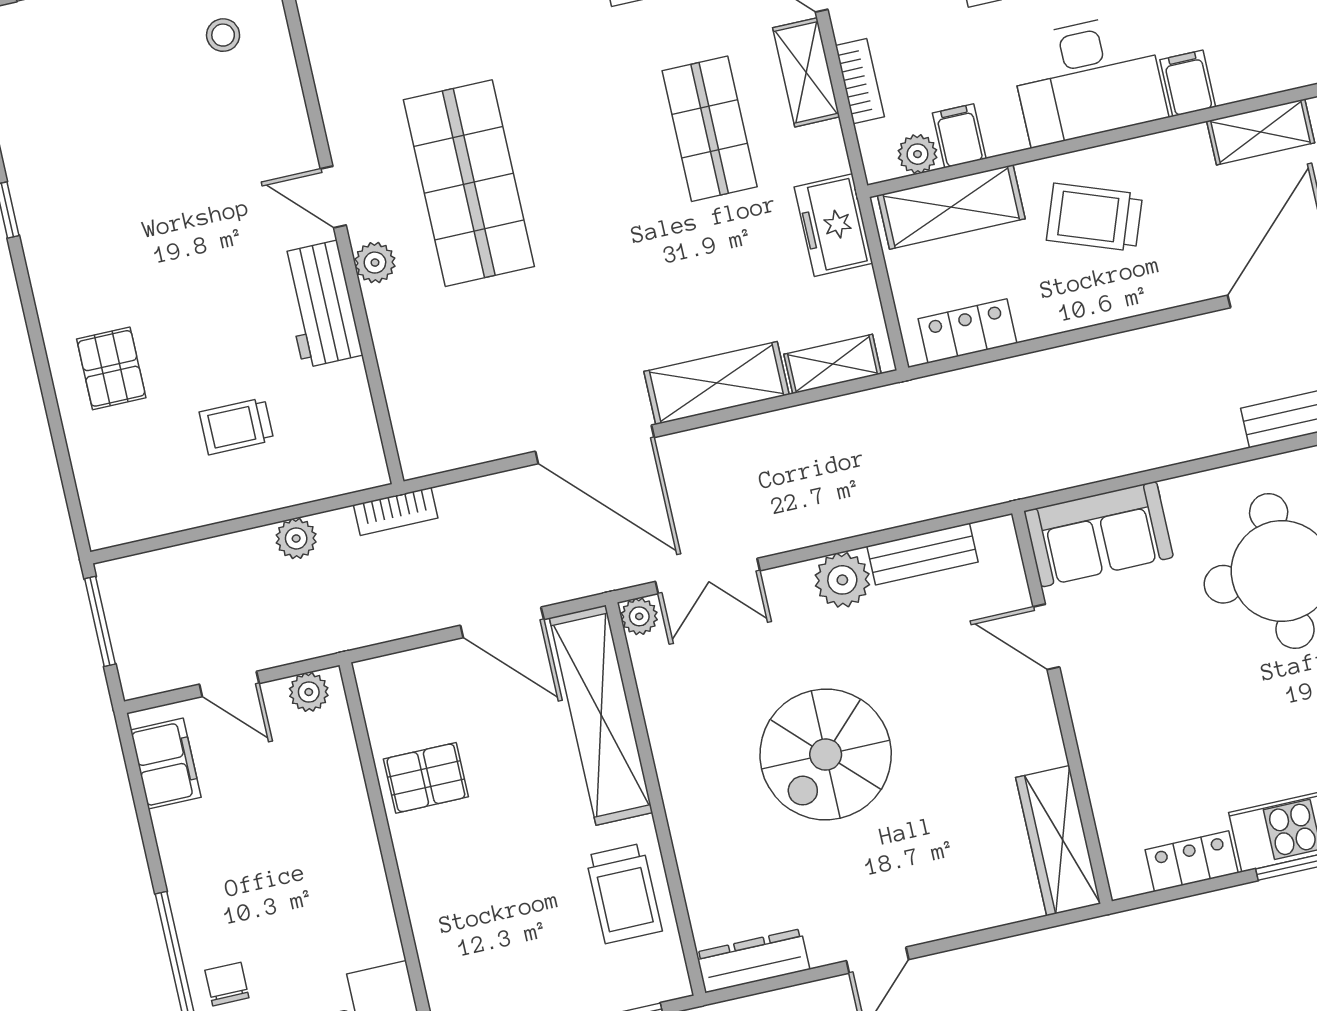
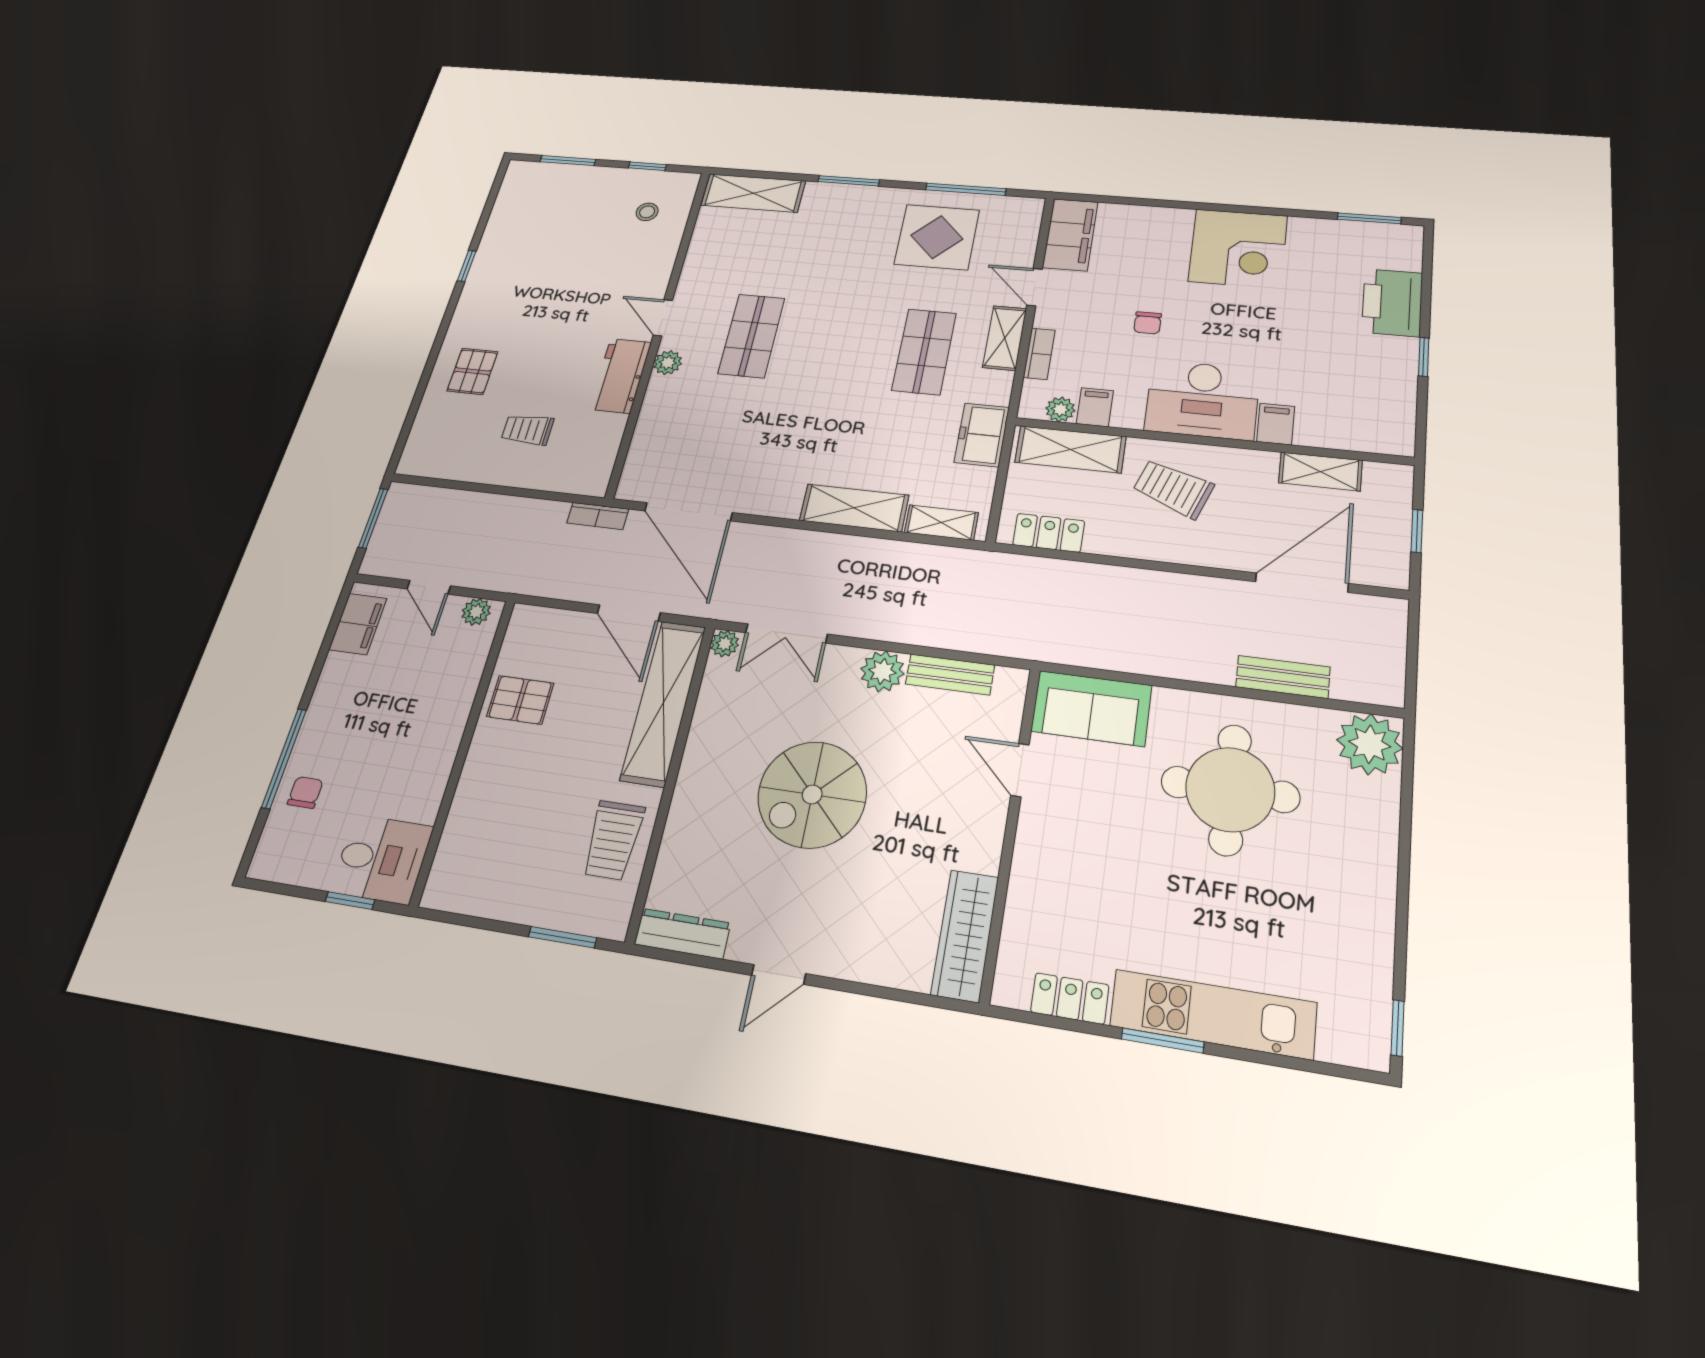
shop shelf: (469, 183) -> (752, 336), width x0.70, depth x0.74
door: (595, 444) -> (688, 512), moved
plant: (296, 538) -> (525, 510), removed

